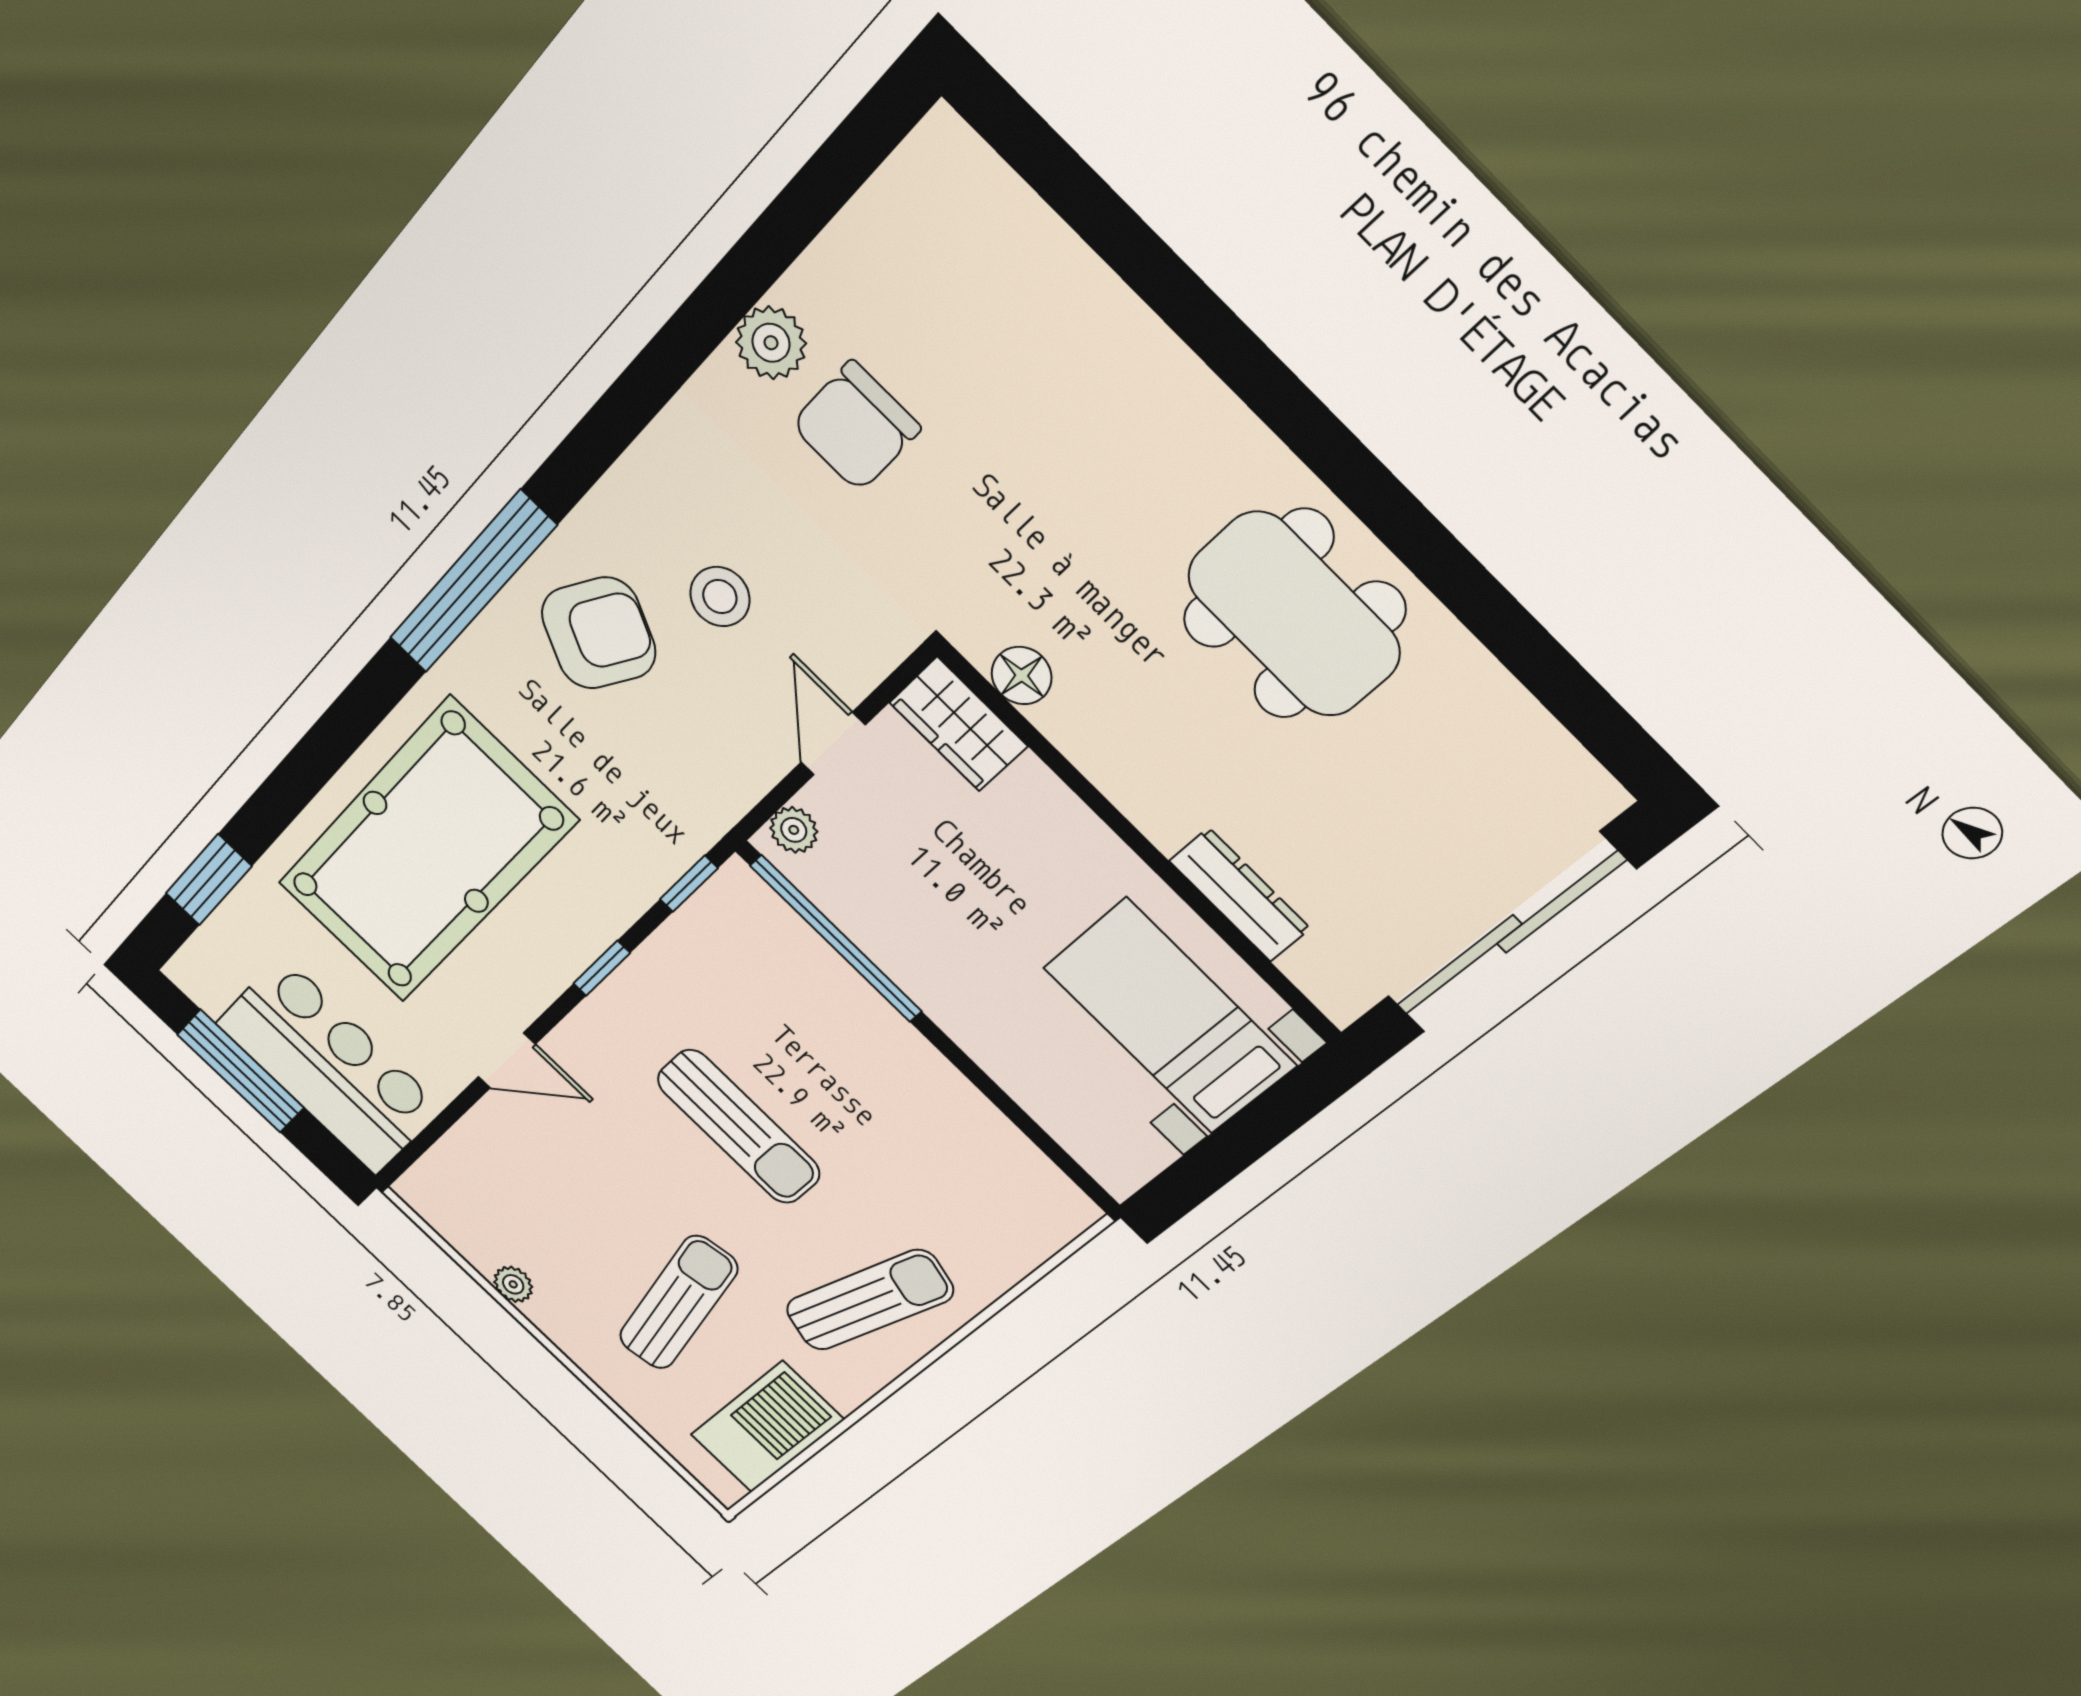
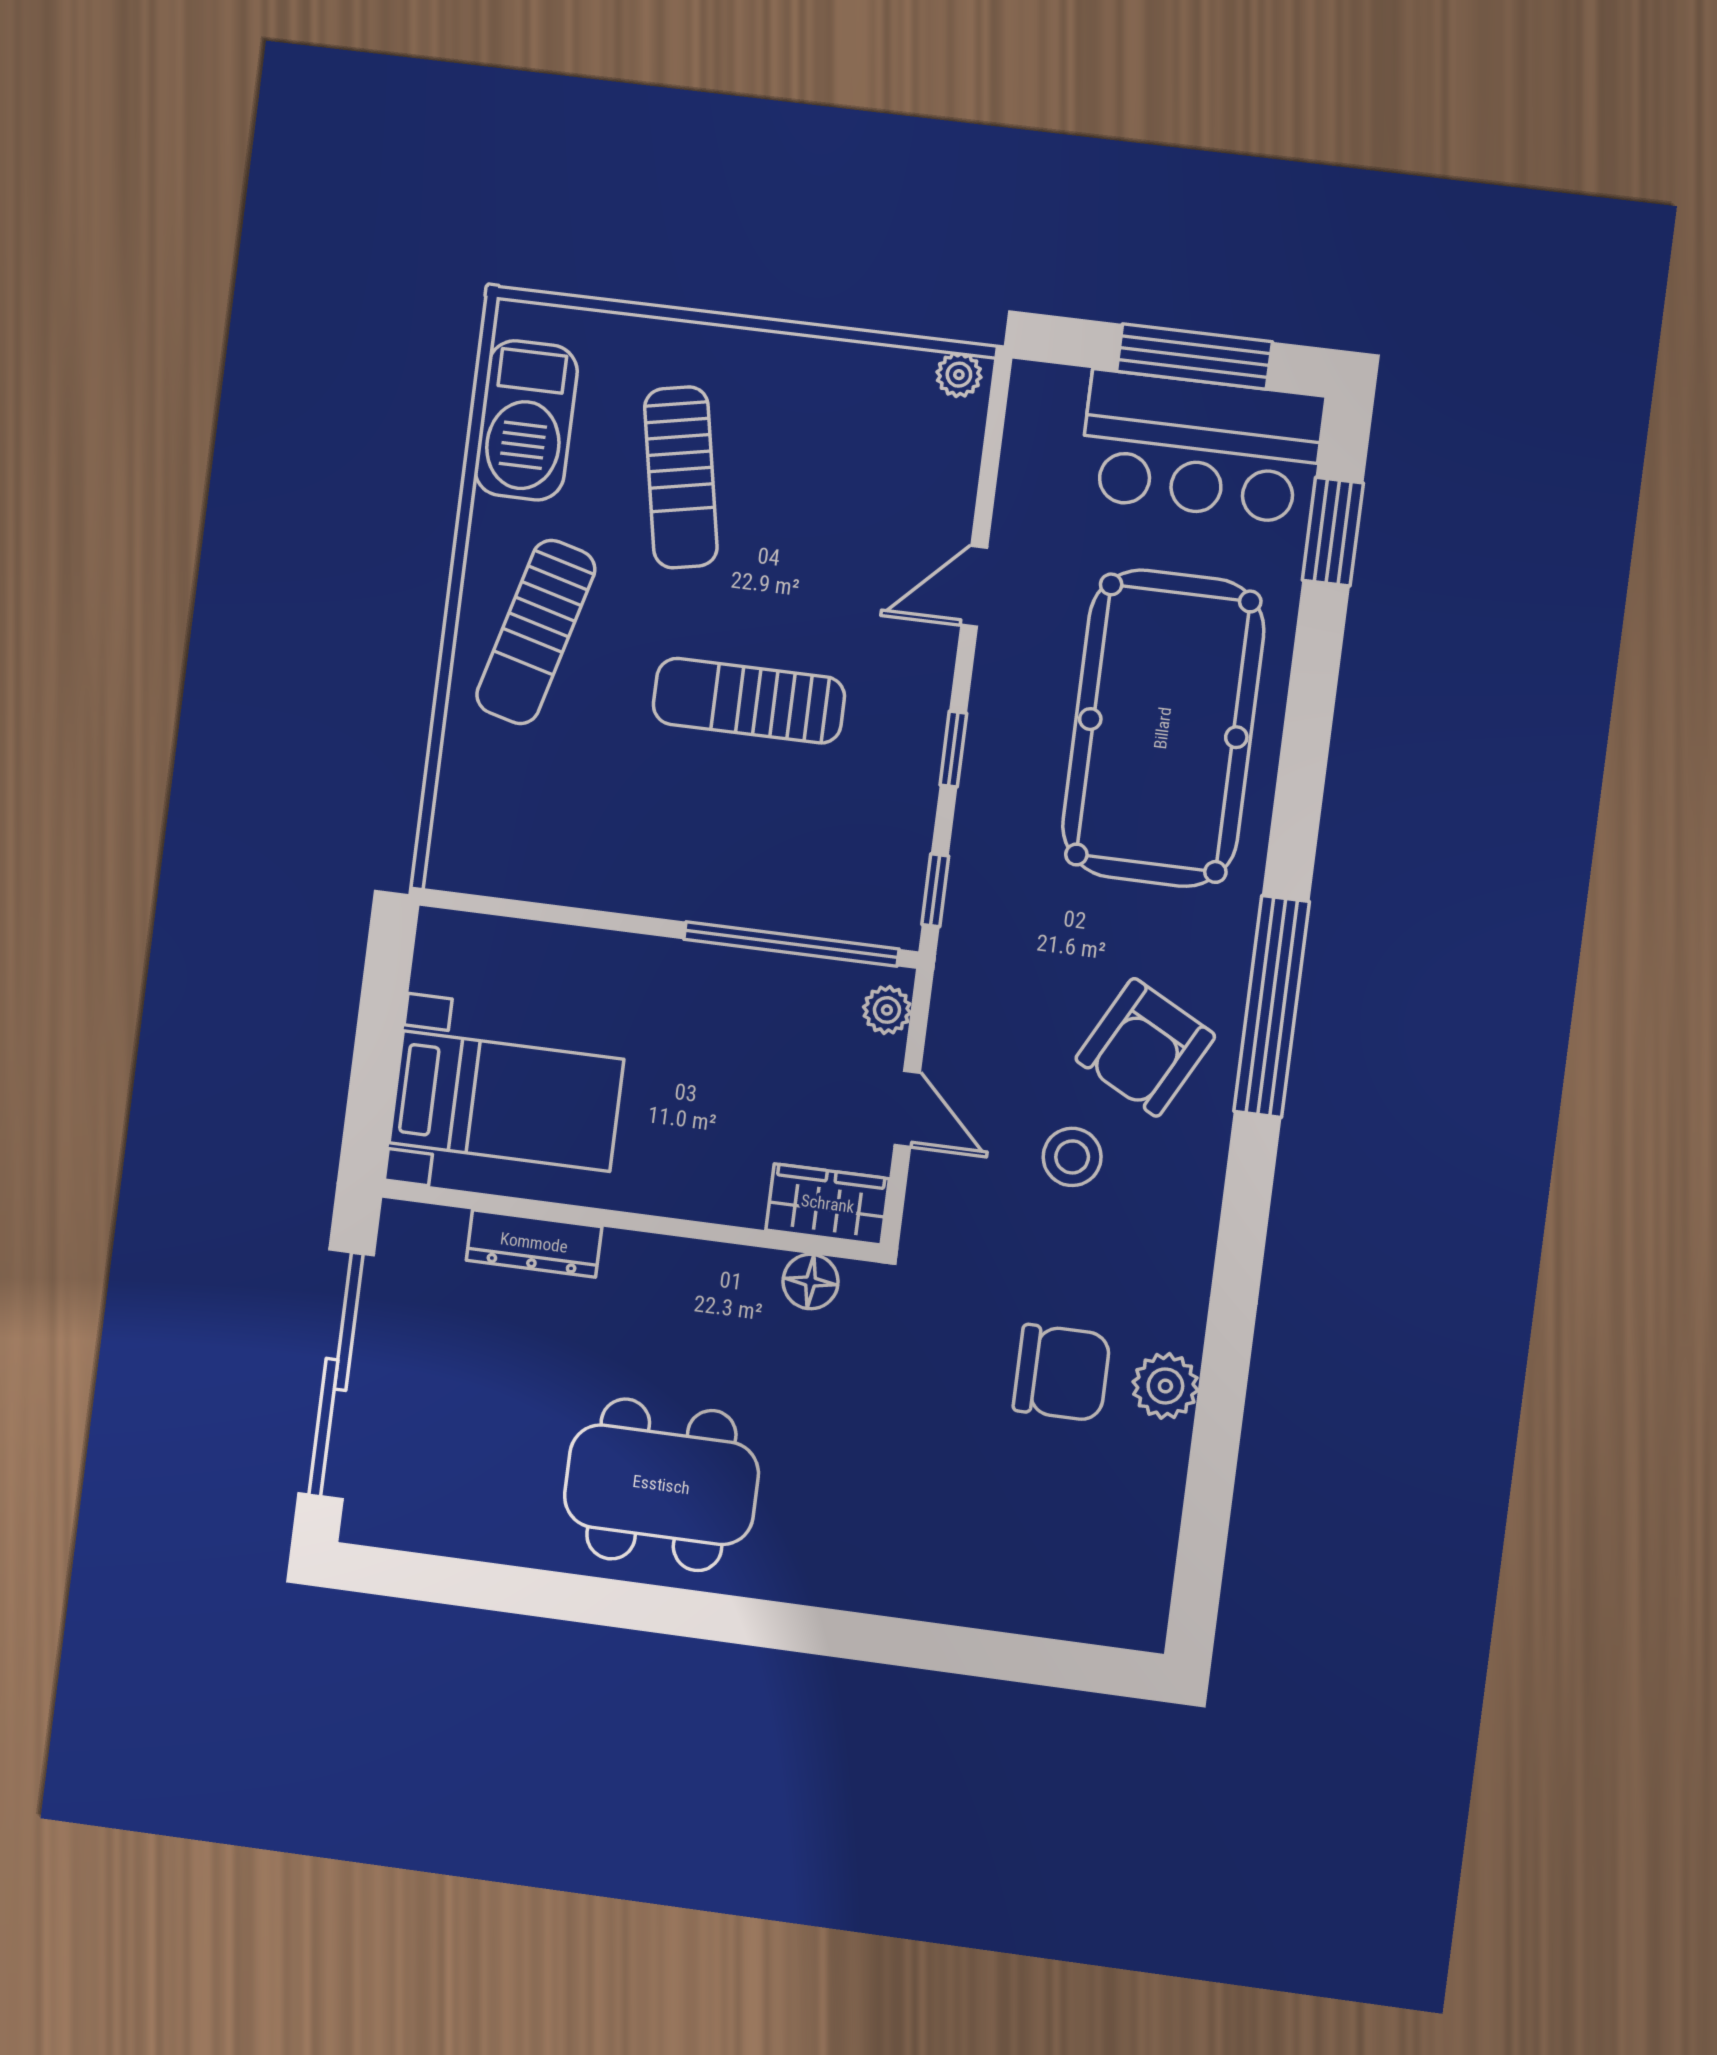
chair: (856, 426) -> (1062, 1373), turned 90
bar counter: (329, 1066) -> (1201, 447), moved
plant: (513, 1284) -> (959, 375), moved

